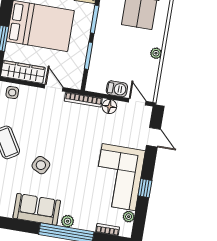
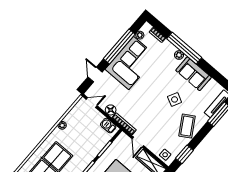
barbecue: (117, 89) -> (108, 126), moved
door: (137, 102) -> (92, 103), swing flipped
window: (145, 188) -> (119, 46), width x3.17

